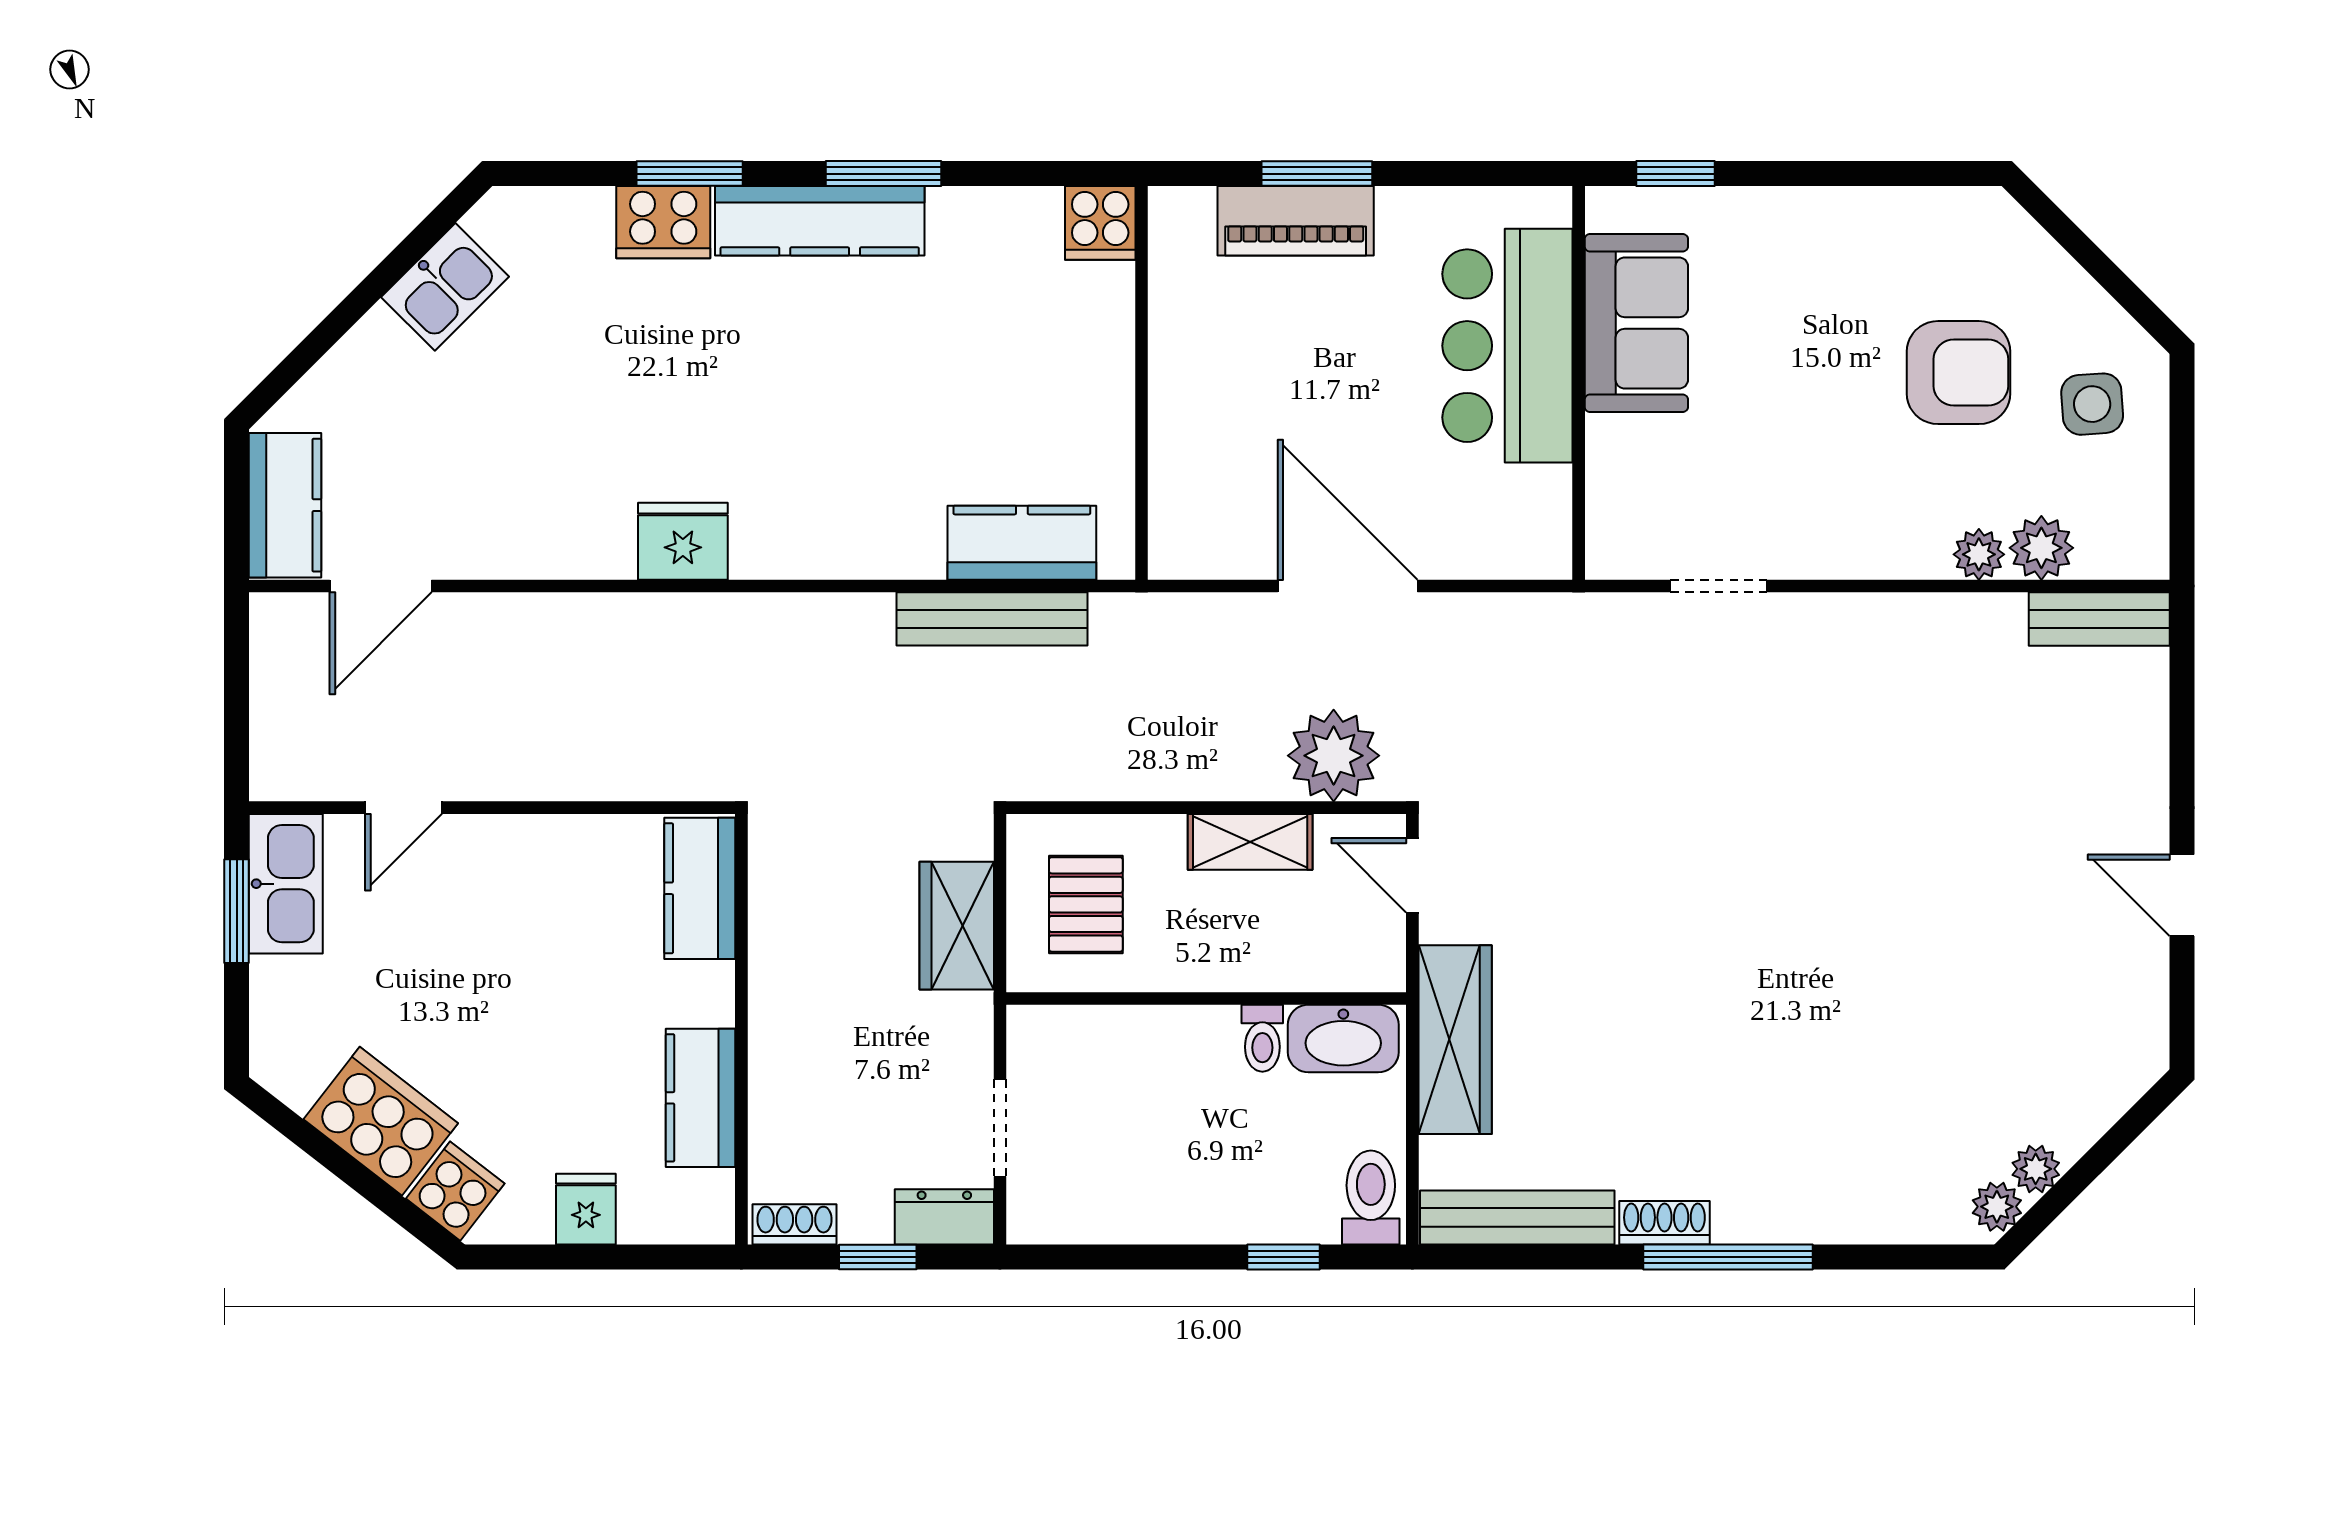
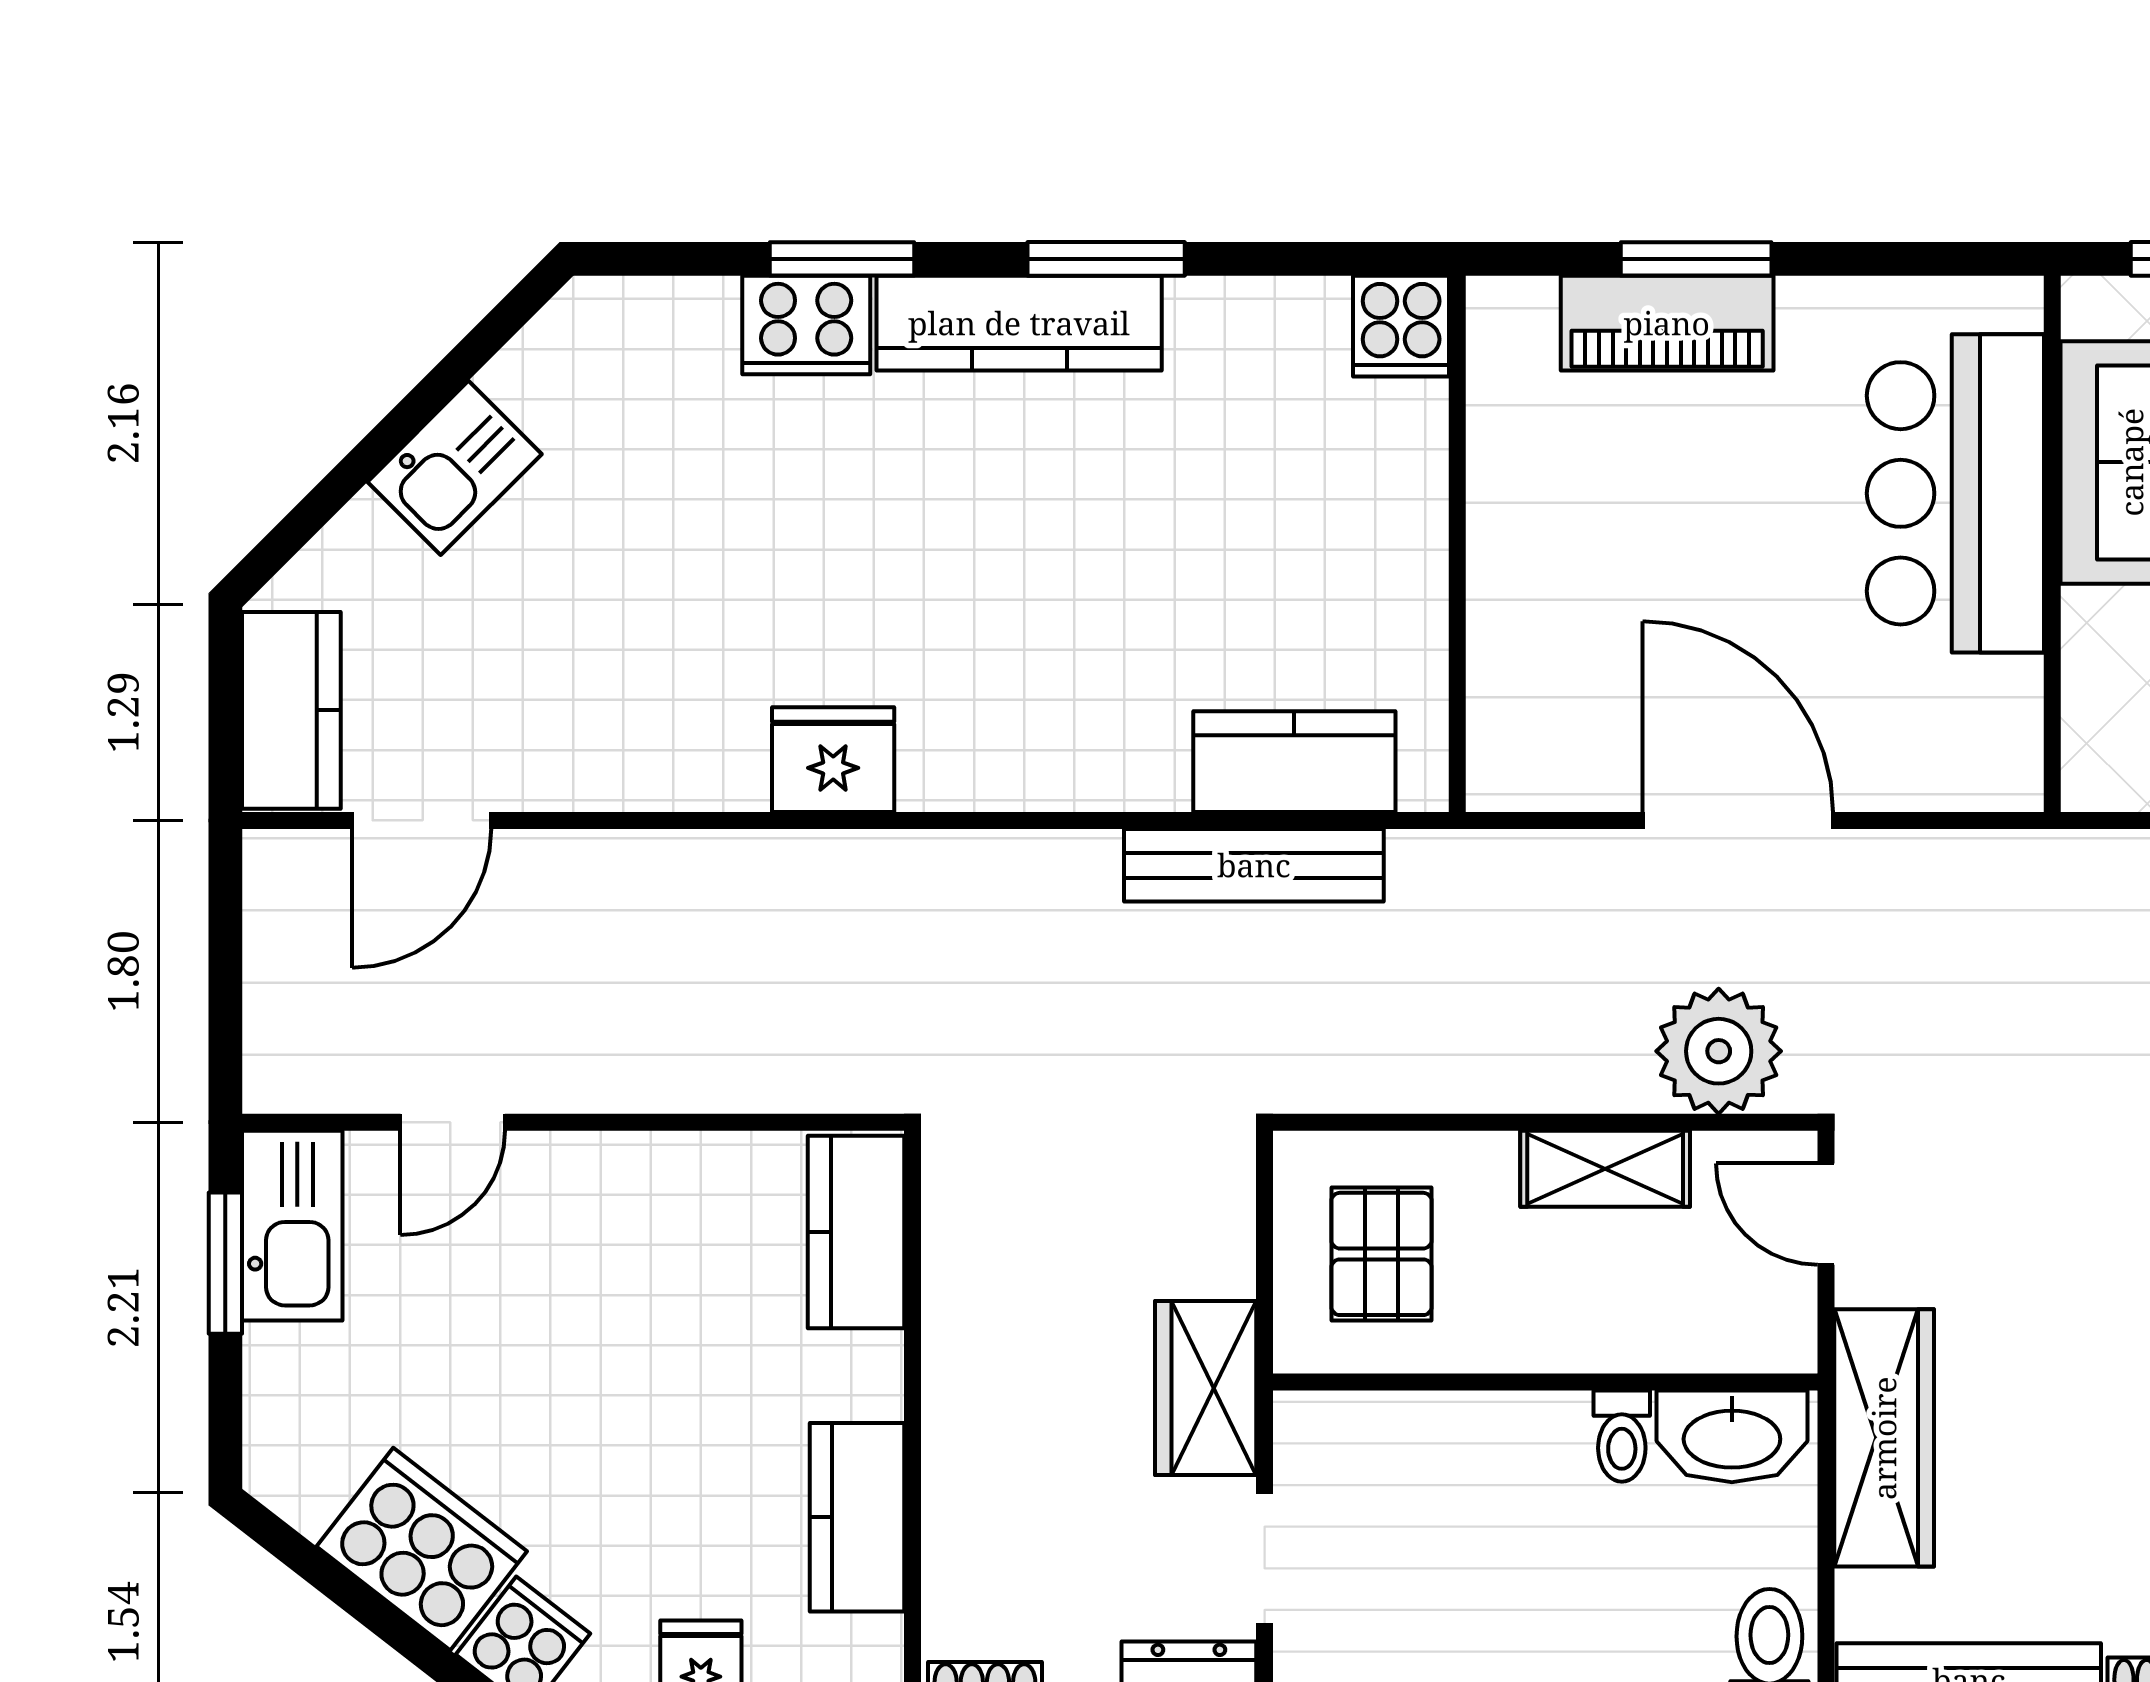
kitchen sink: (445, 287) -> (455, 468), moved
wardrobe: (957, 926) -> (1206, 1388), moved

